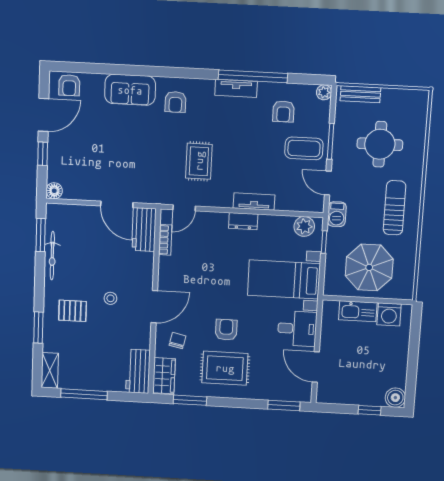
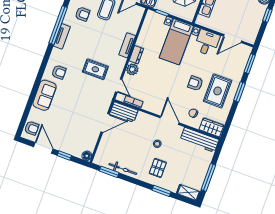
plant: (304, 226) -> (132, 69), moved
workbench: (138, 371) -> (200, 140), width x1.38
window: (190, 400) -> (239, 92), moved

